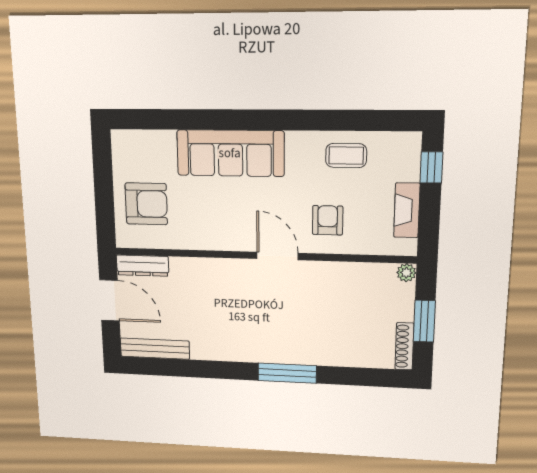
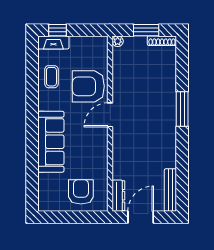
fireplace: (407, 210) -> (53, 42), moved
armchair: (328, 220) -> (88, 86), width x1.88, depth x1.88

